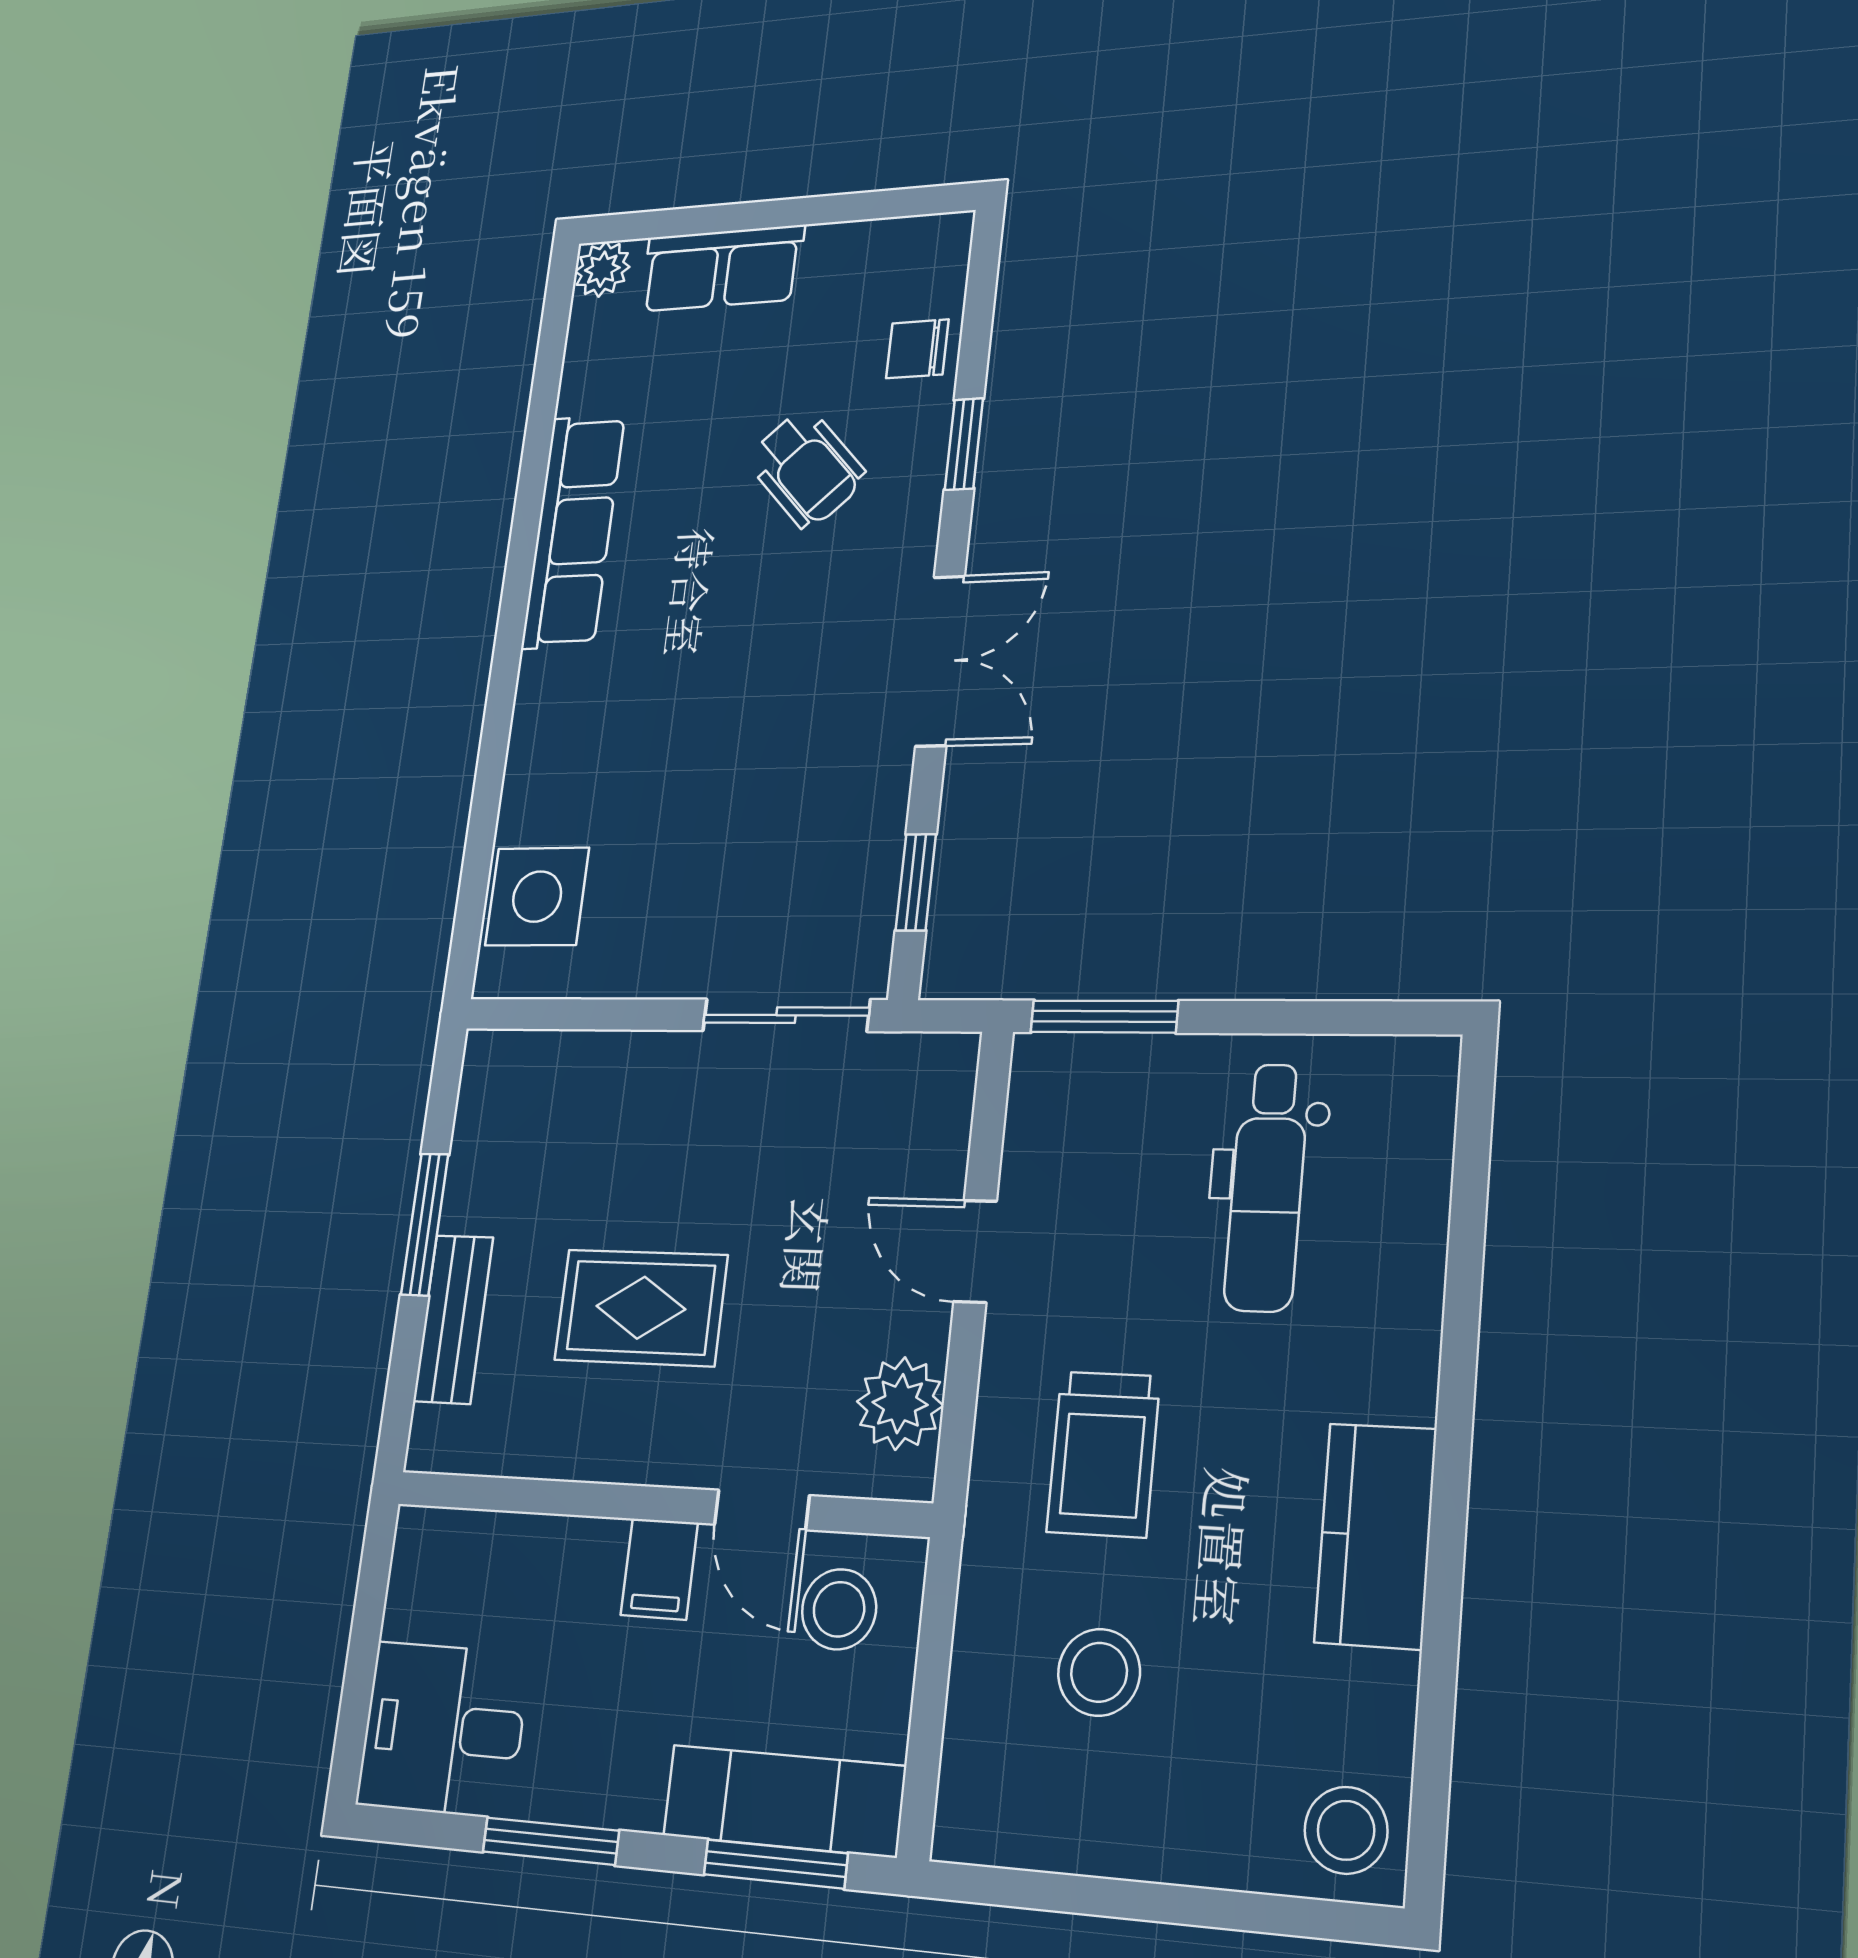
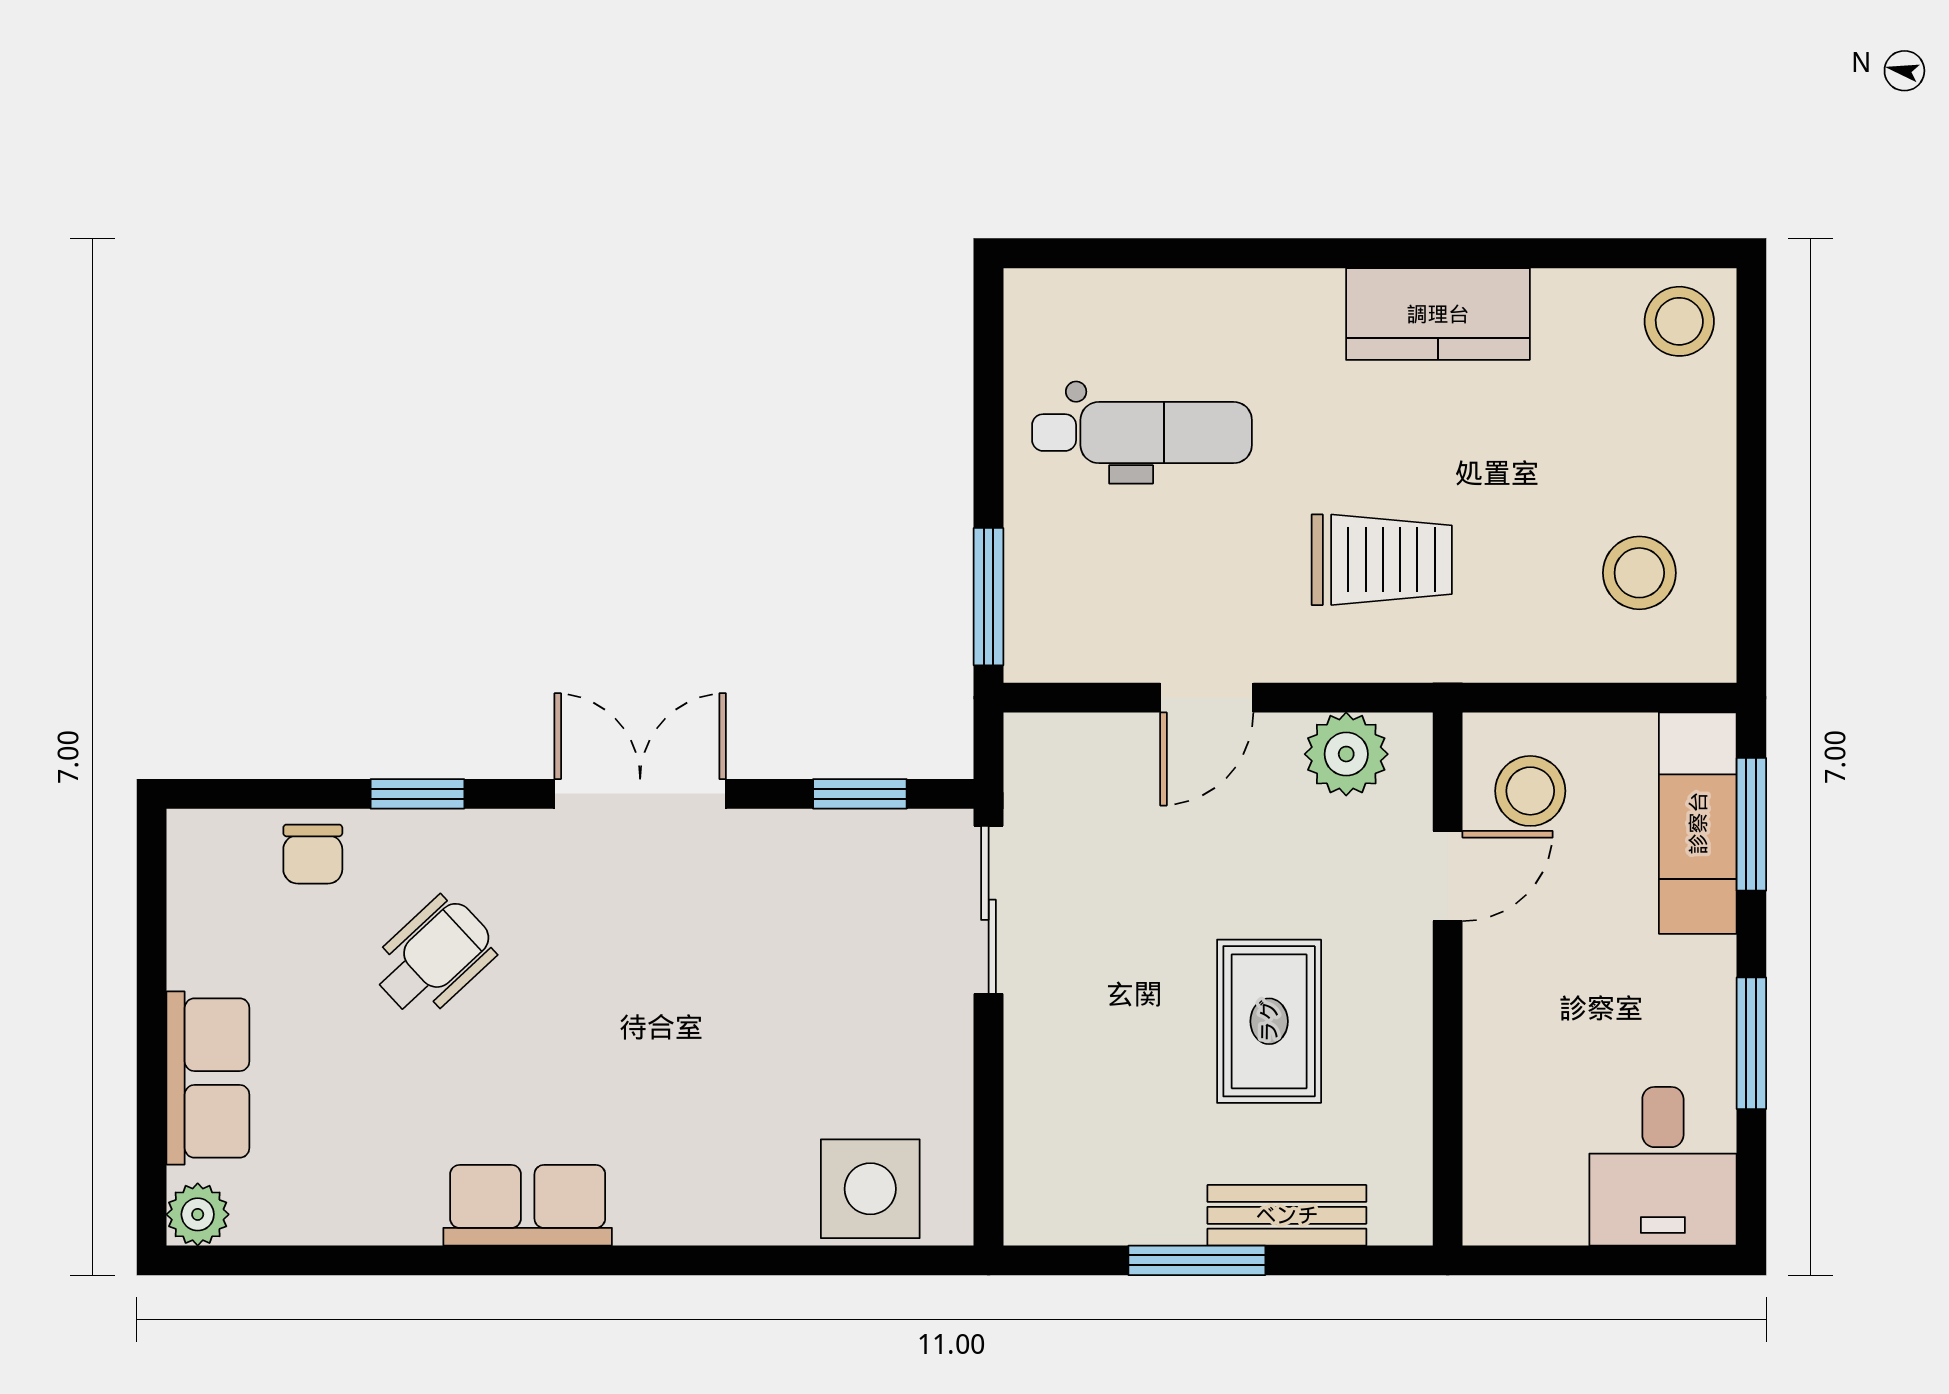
row of seats: (573, 531) -> (528, 1205), width x0.68
filing cabinet: (659, 1569) -> (1506, 970), removed
stool: (1099, 1672) -> (1639, 573), moved

